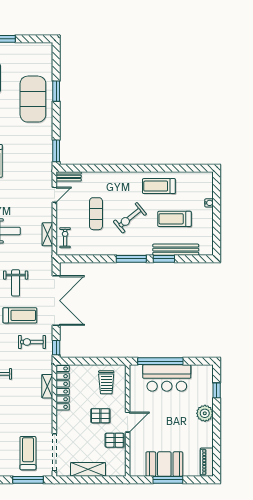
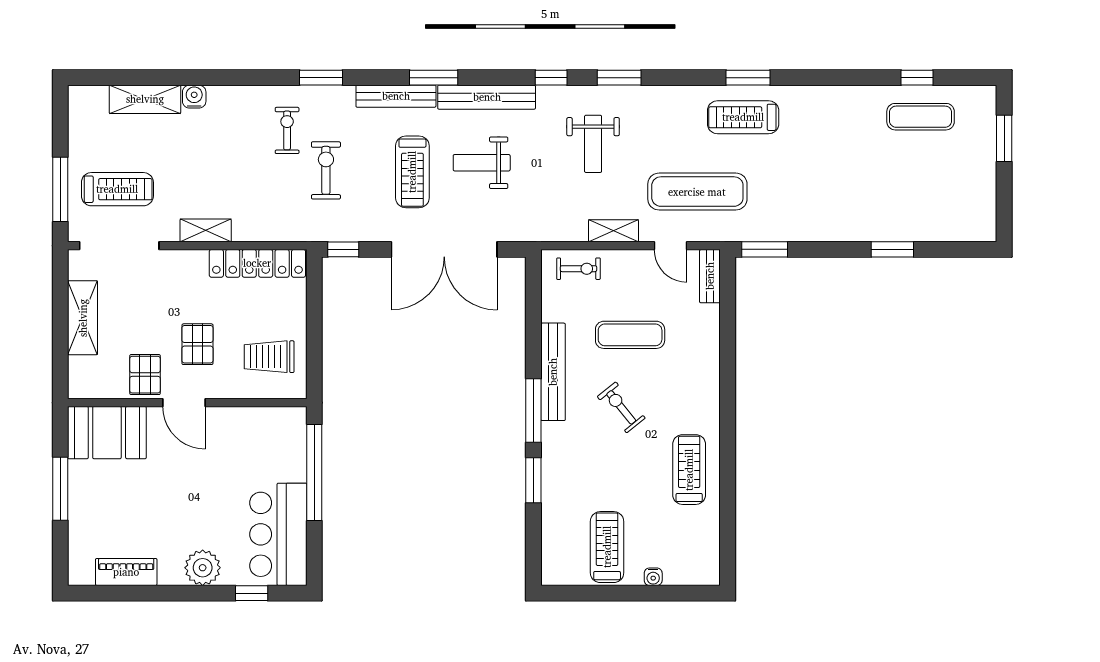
exercise mat: (33, 99) -> (697, 192), moved, width x0.68
exercise bike: (130, 218) -> (621, 407), width x0.73, depth x0.72
treadmill: (174, 219) -> (607, 547), moved
shelving: (47, 234) -> (614, 231), moved
bench: (176, 250) -> (553, 372), moved
exercise bike: (32, 342) -> (326, 170), moved
bar counter: (167, 378) -> (278, 534), moved
shelving: (47, 386) -> (206, 230), moved
piano: (207, 462) -> (126, 572), moved
booth: (164, 464) -> (107, 433), moved, turned 90

